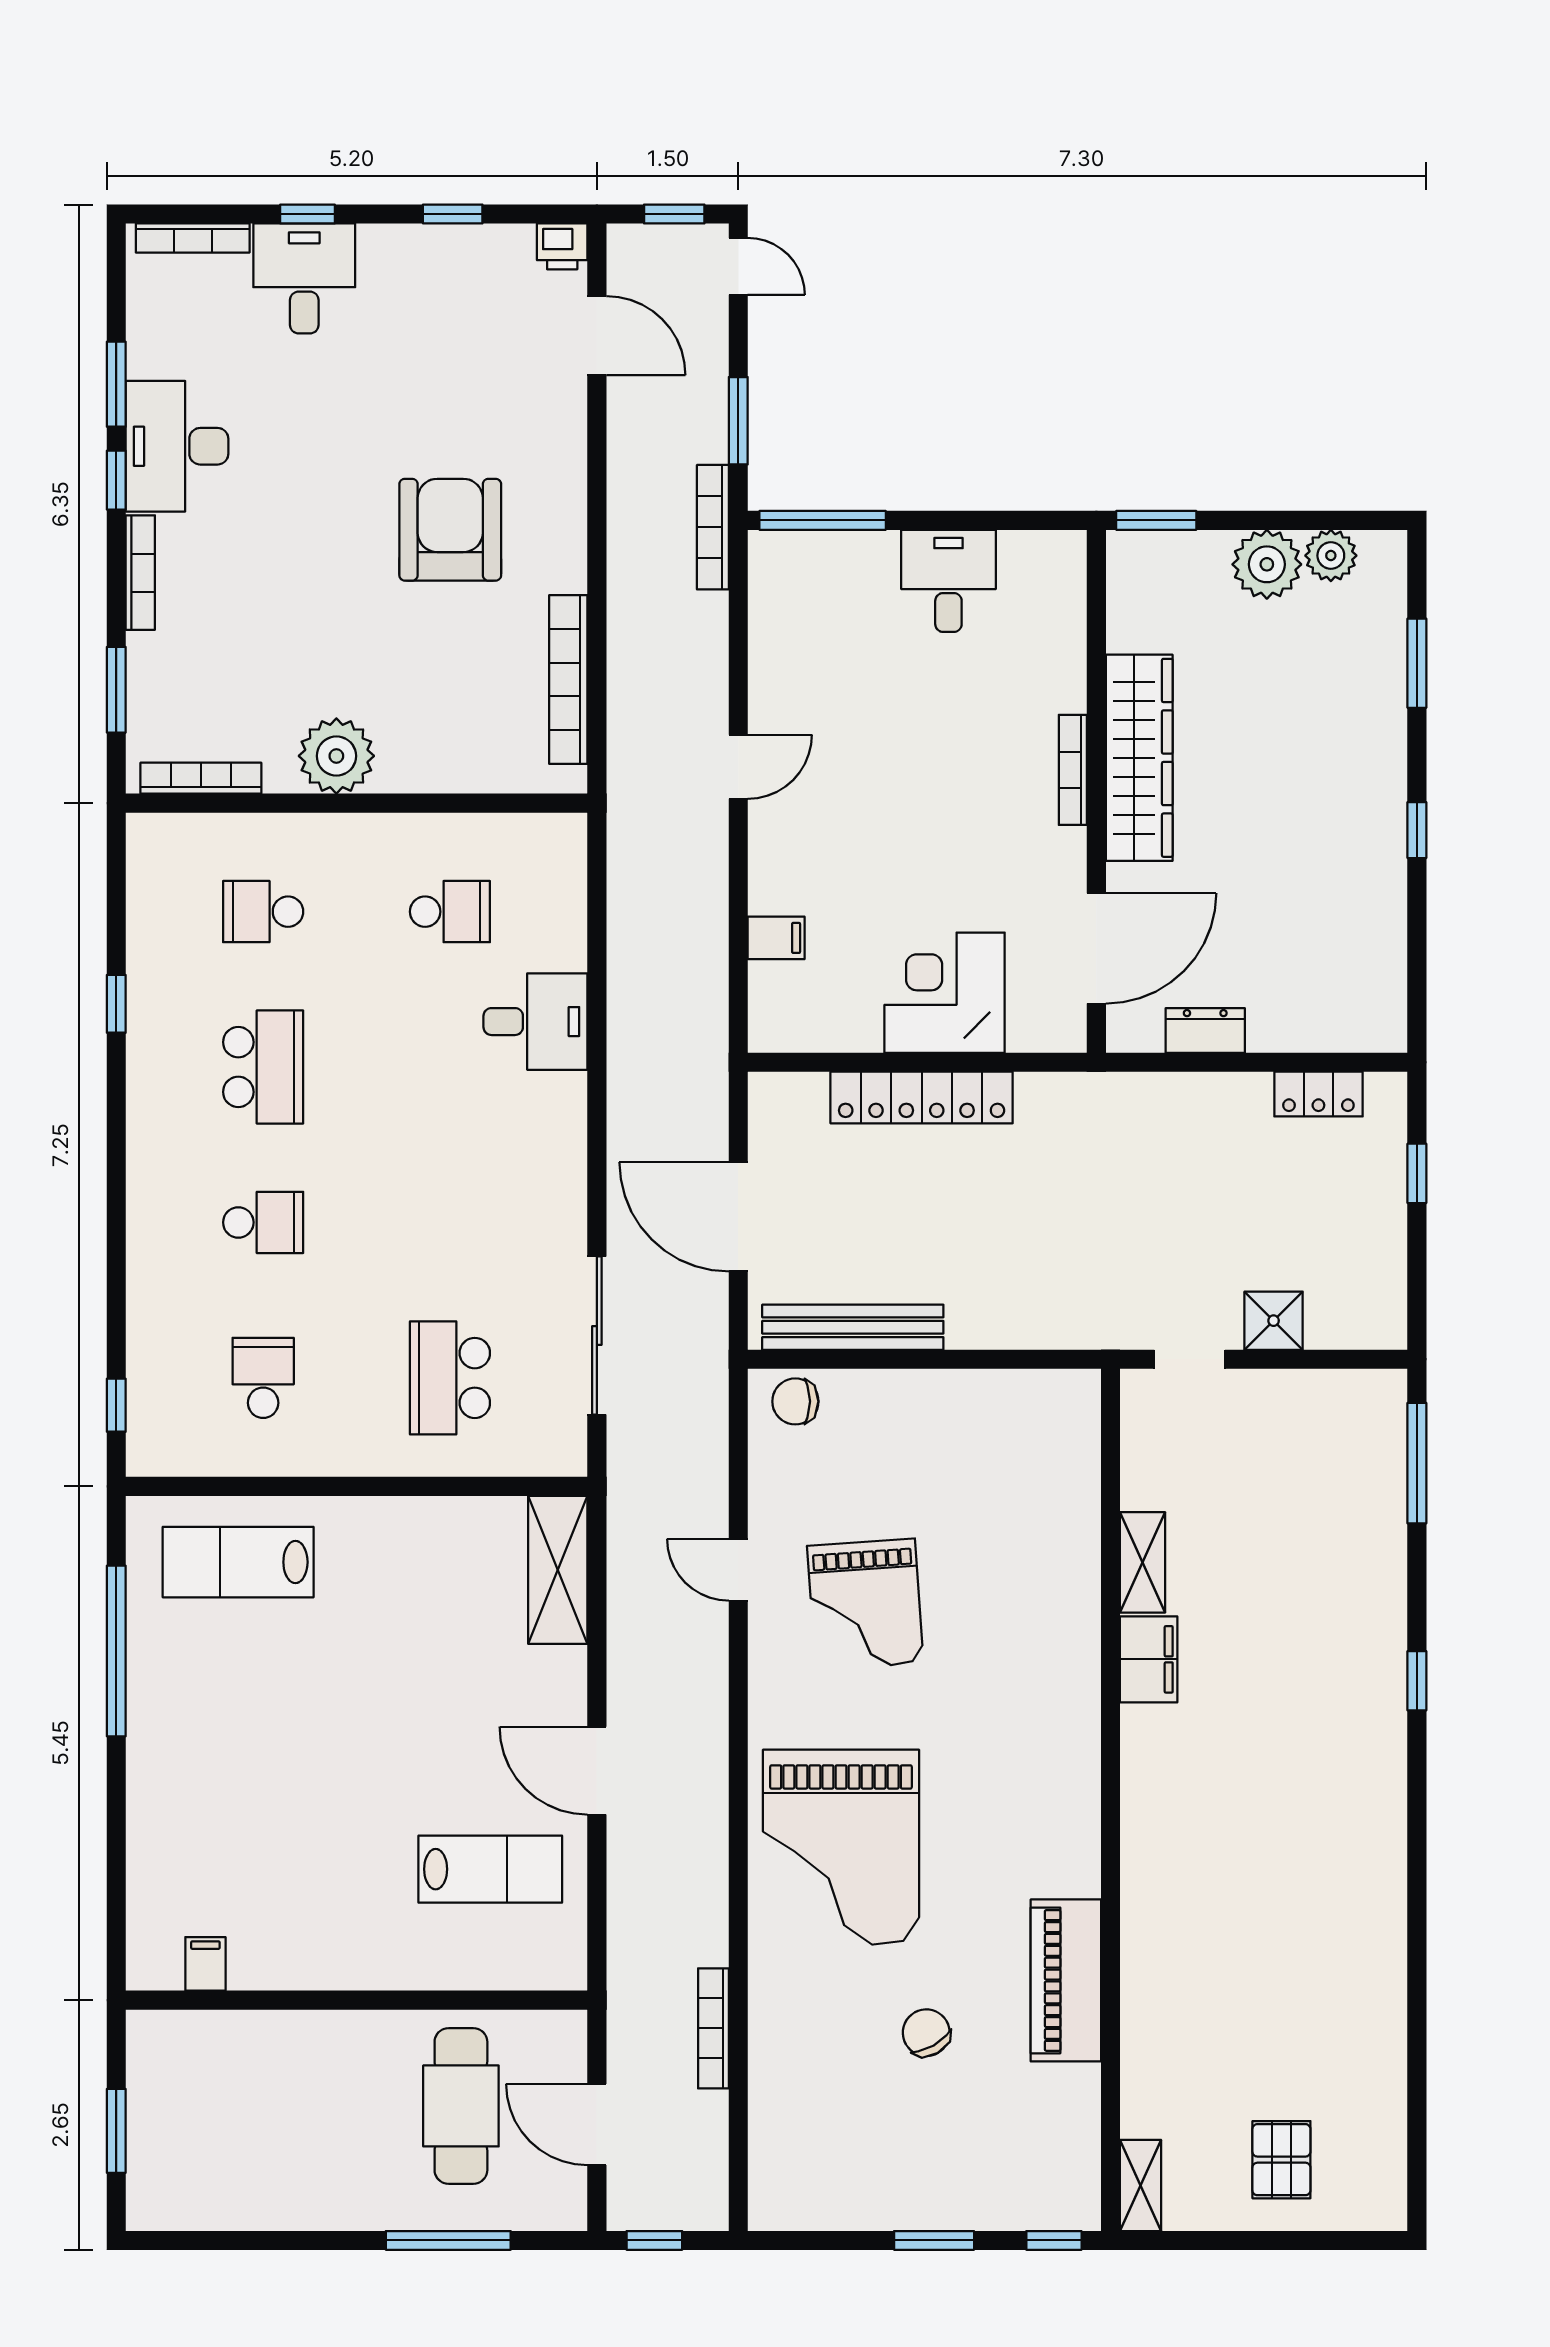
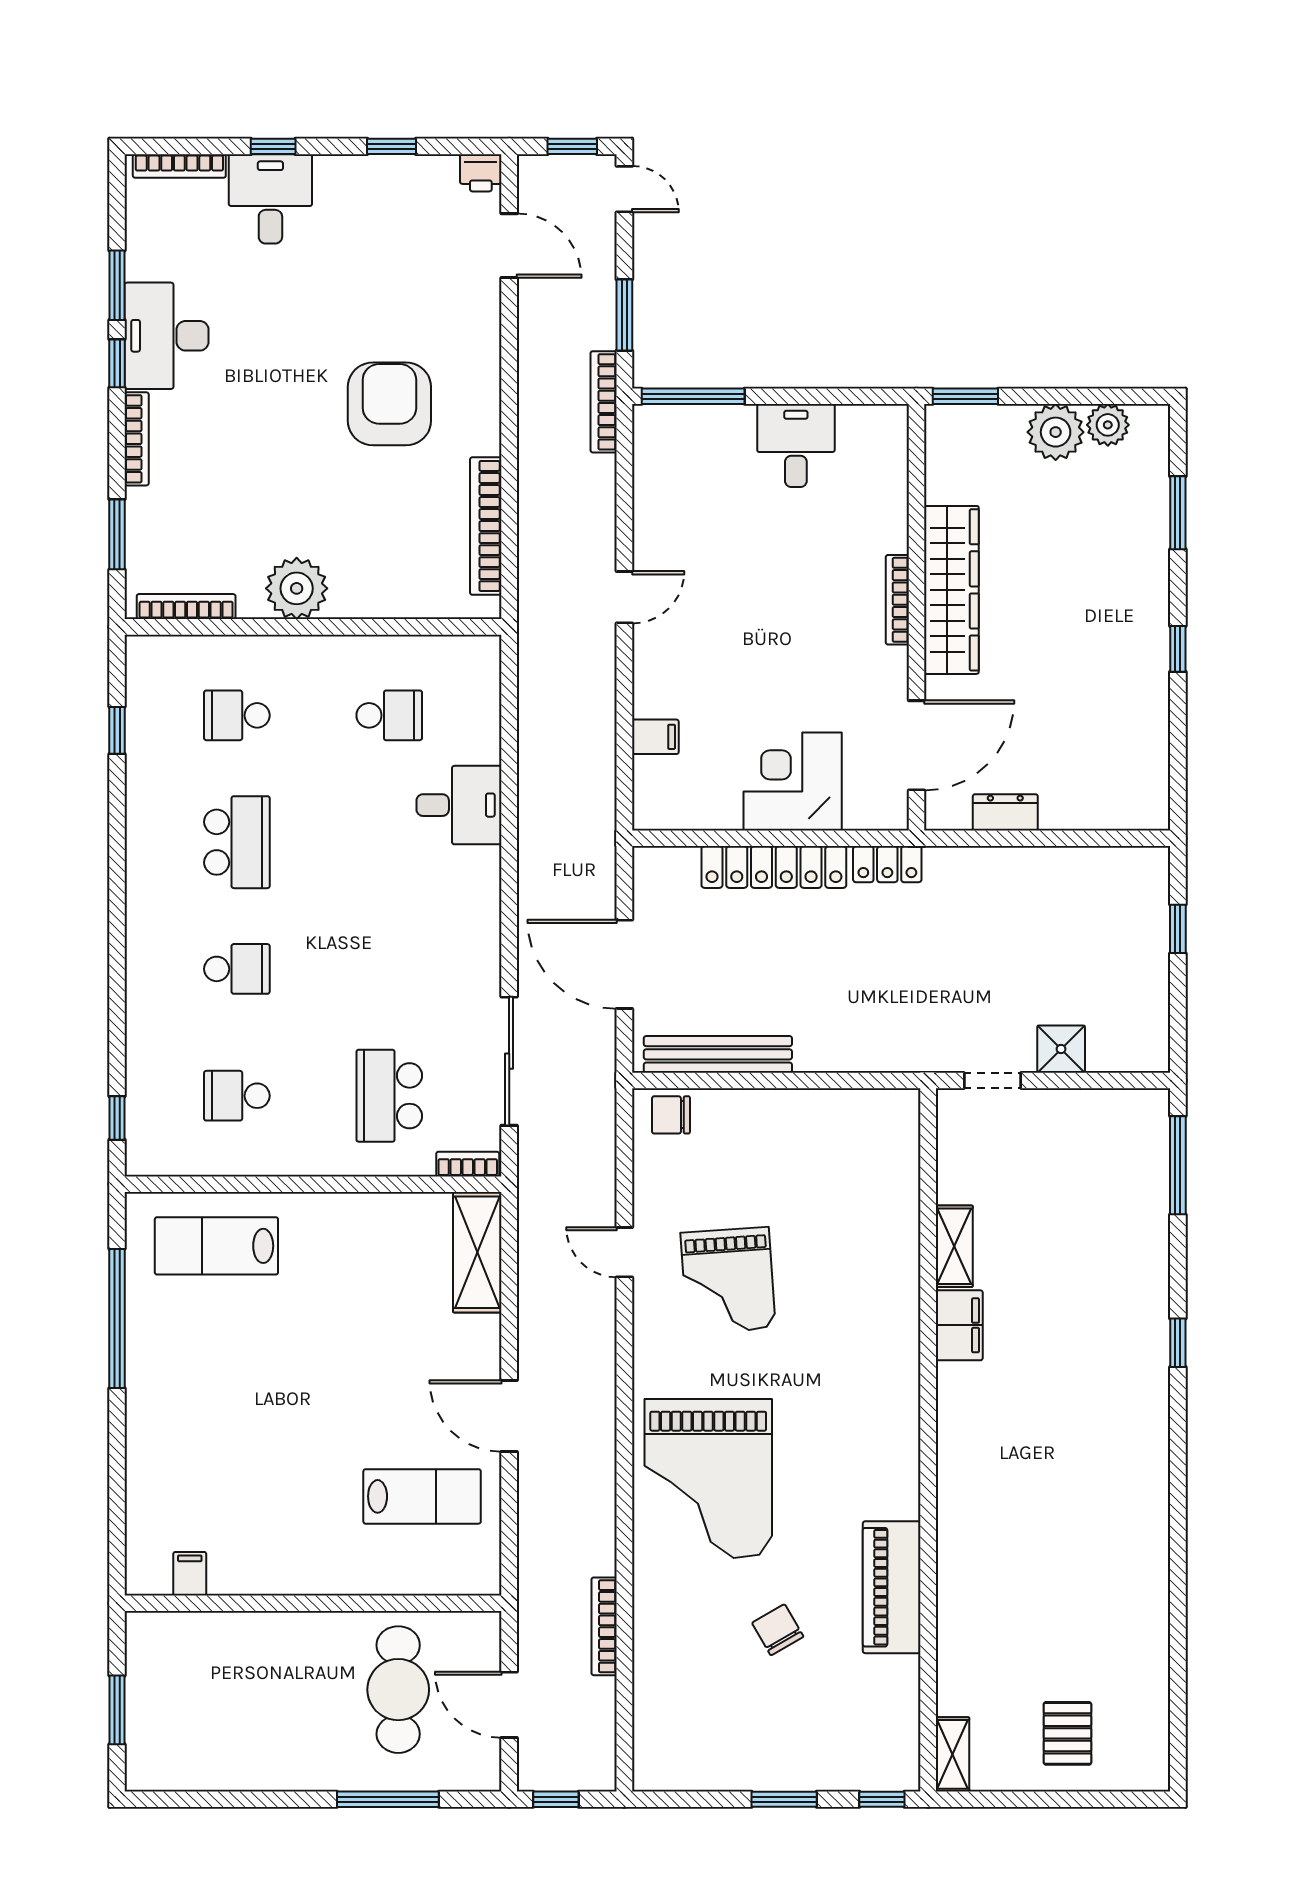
window: (116, 1004) -> (117, 730), moved
locker: (1318, 1094) -> (887, 864), moved
school desk: (263, 1378) -> (237, 1096), turned -90
bookcase: (546, 1462) -> (468, 1164), added

